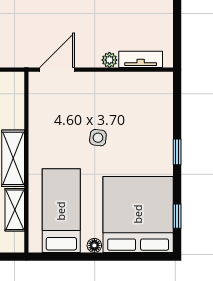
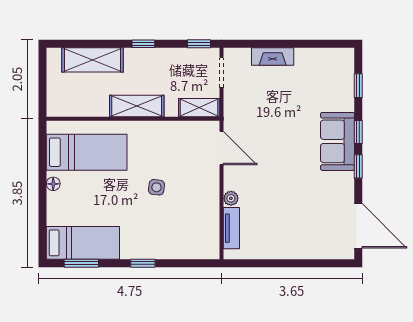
shelving: (15, 210) -> (199, 108), moved
bed: (138, 214) -> (83, 243), width x0.49
window: (177, 216) -> (81, 263), width x1.50

